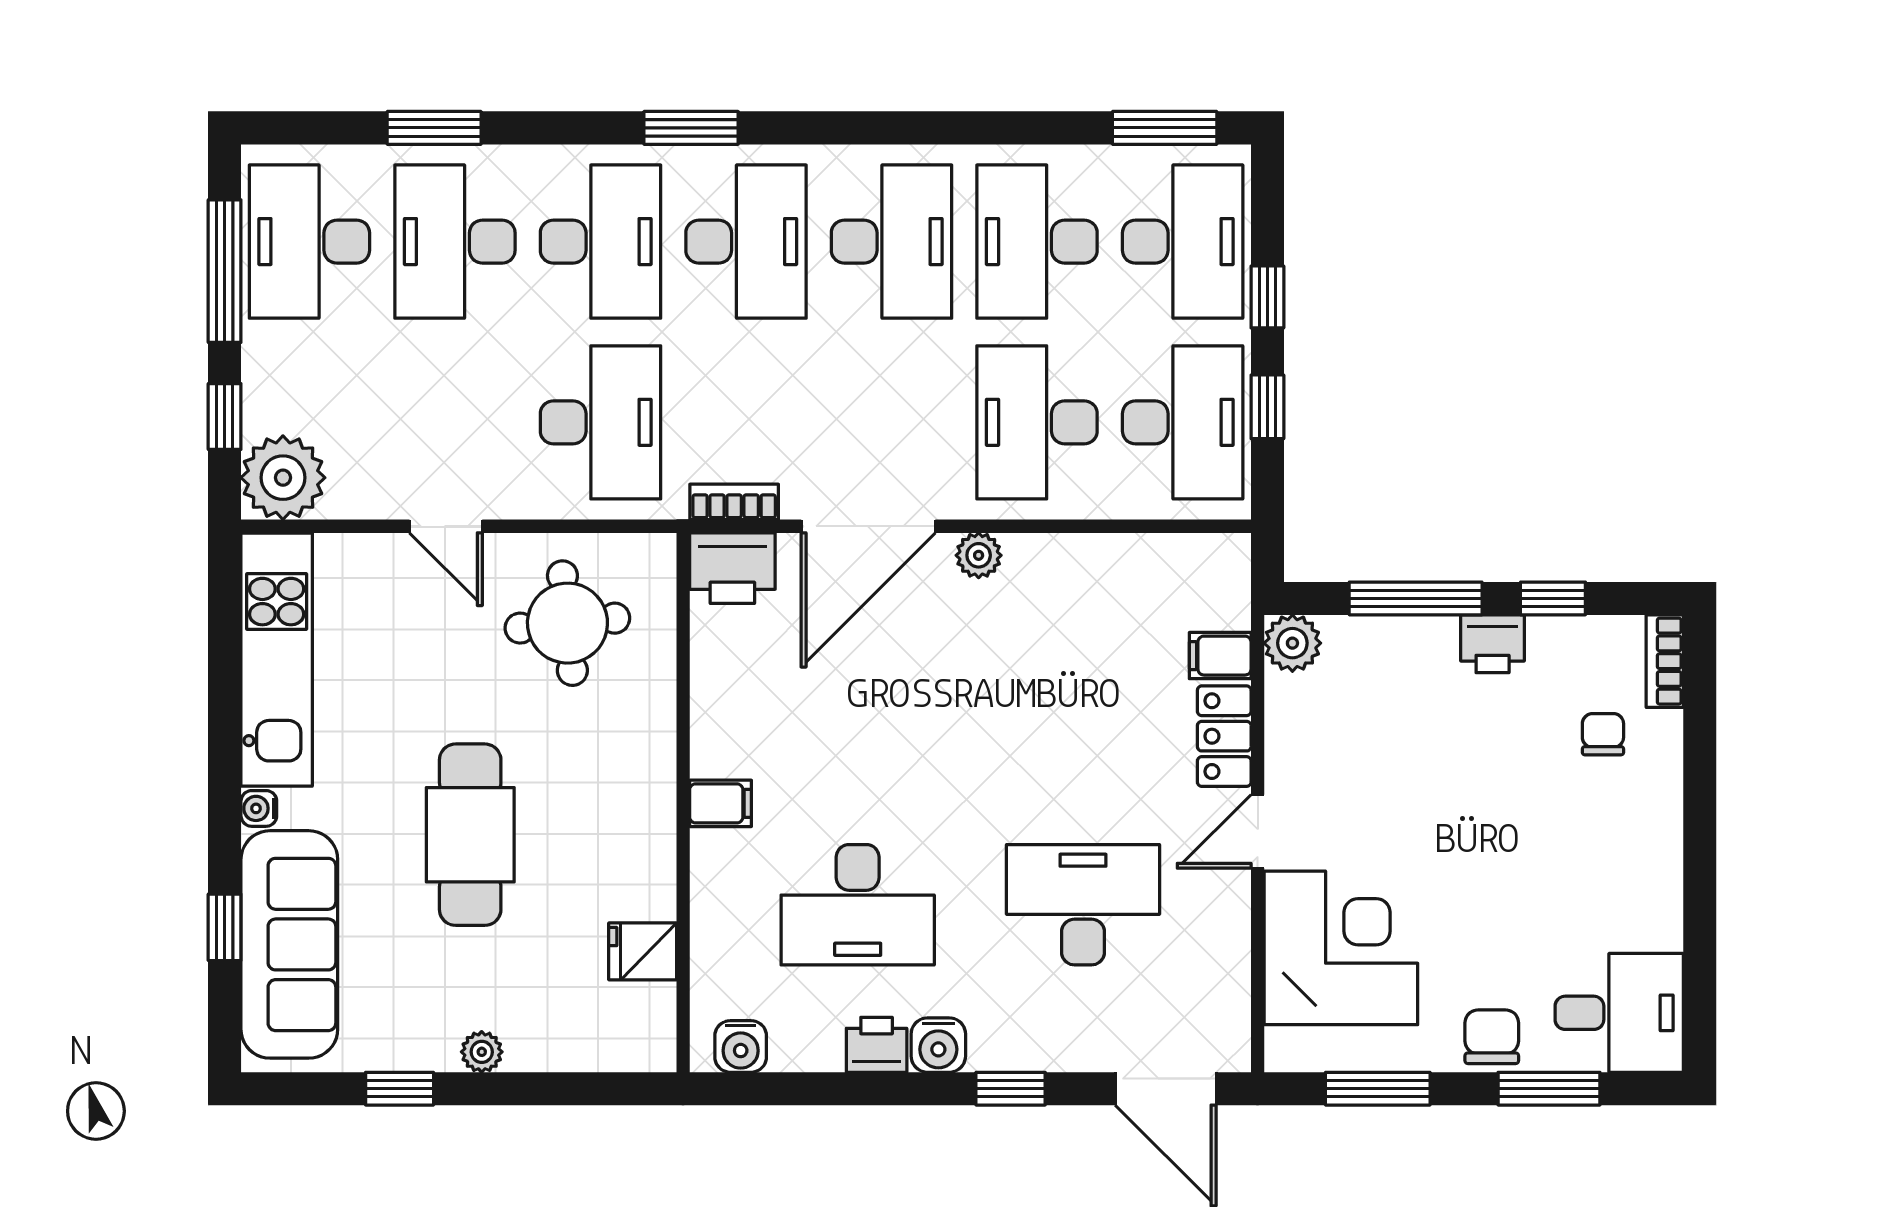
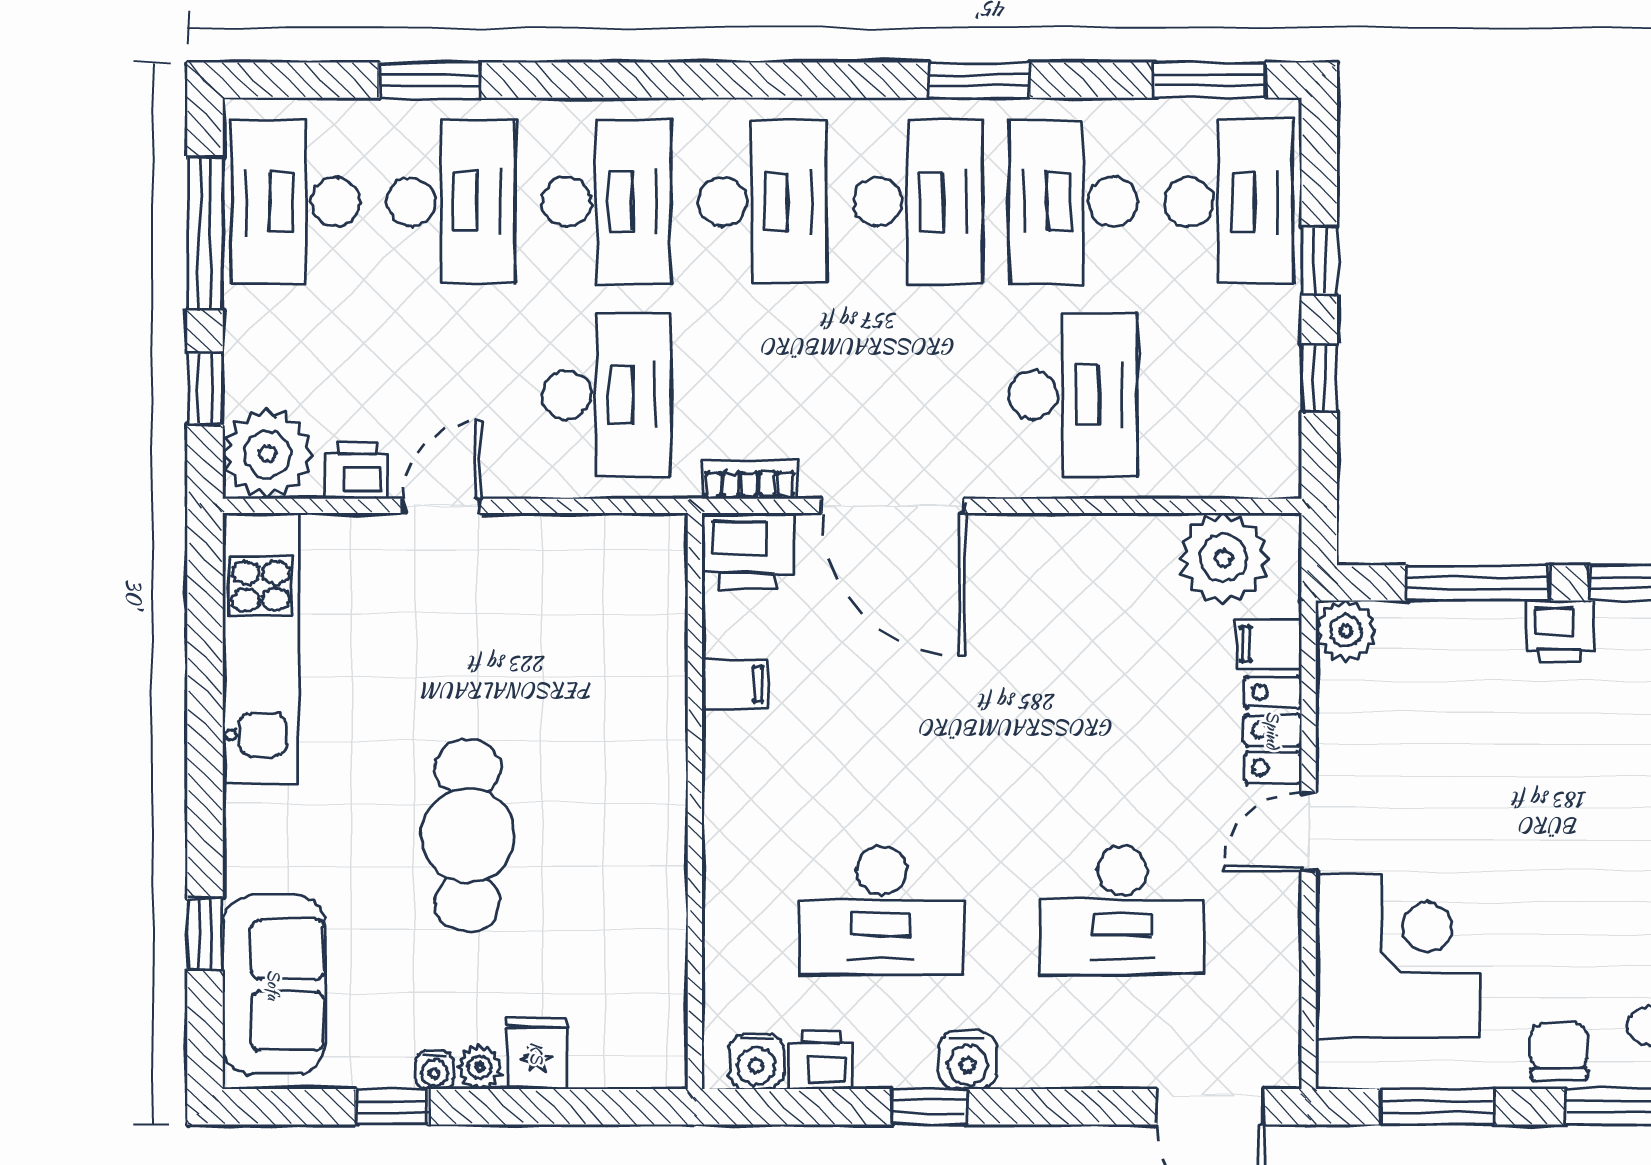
window: (691, 128) -> (979, 80), moved
desk: (455, 242) -> (451, 202), turned 180
desk: (1037, 422) -> (1073, 395), turned 180
desk: (1183, 422) -> (1229, 395), removed
printer: (367, 493) -> (357, 470), added
door: (446, 526) -> (441, 506), swing flipped
door: (868, 526) -> (893, 506), hinge flipped
plant: (979, 555) -> (1224, 558), moved, width x1.88, depth x1.88
round table: (567, 623) -> (571, 609), removed
filing cabinet: (721, 803) -> (735, 684), moved
water cooler: (259, 808) -> (434, 1070), moved, turned -90
desk: (1083, 905) -> (1122, 910), turned 180
sofa: (289, 944) -> (274, 985), width x0.73
fridge: (643, 951) -> (537, 1053), moved, turned 90
printer: (877, 1045) -> (821, 1060), moved
window: (1011, 1089) -> (929, 1107), moved

